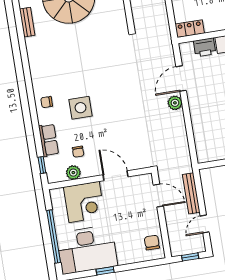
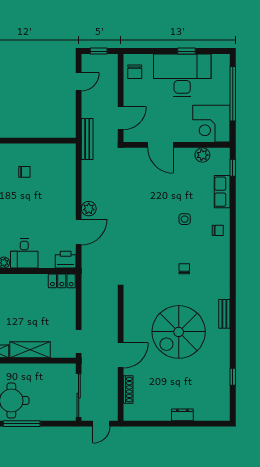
printer: (205, 47) -> (66, 260), moved
side table: (81, 108) -> (185, 219), width x0.54, depth x0.54
chair: (78, 152) -> (184, 269), moved
bench: (191, 193) -> (87, 139), moved
door: (158, 195) -> (121, 118), swing flipped
corner desk: (84, 202) -> (211, 124), moved, turned -90
desk: (87, 250) -> (182, 75), moved

